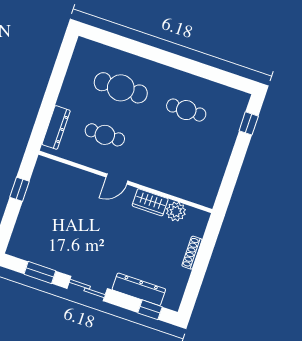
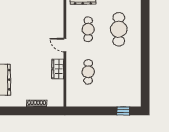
cafe table: (186, 110) -> (88, 72), moved
plant: (176, 211) -> (57, 86), removed

